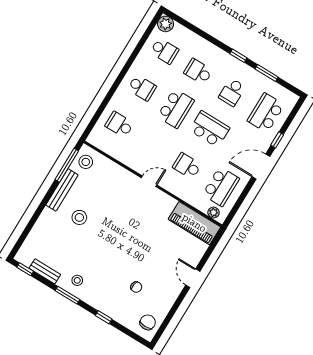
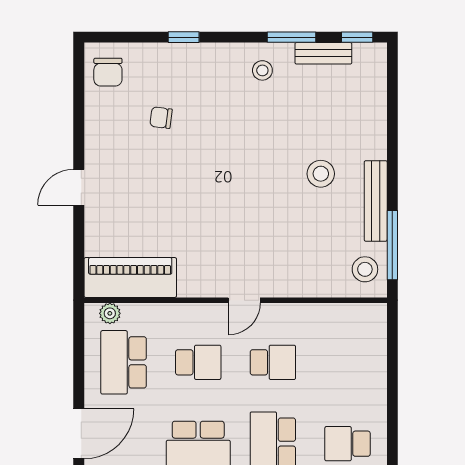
school desk: (119, 125) -> (273, 362), moved
door: (193, 278) -> (79, 187), swing flipped
window: (67, 295) -> (292, 37), moved

